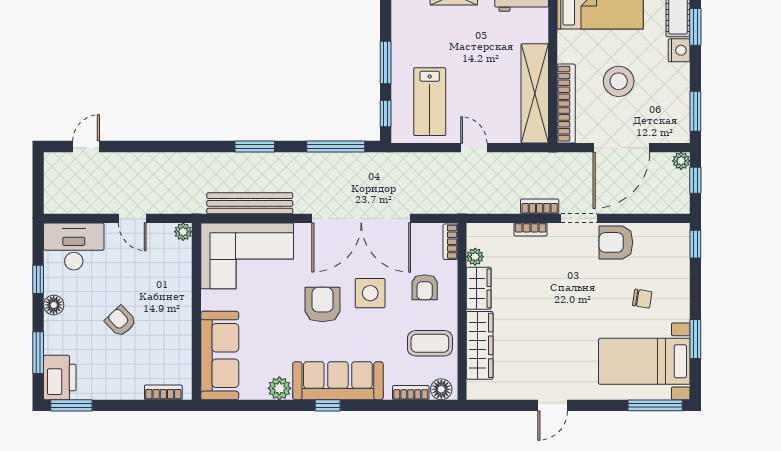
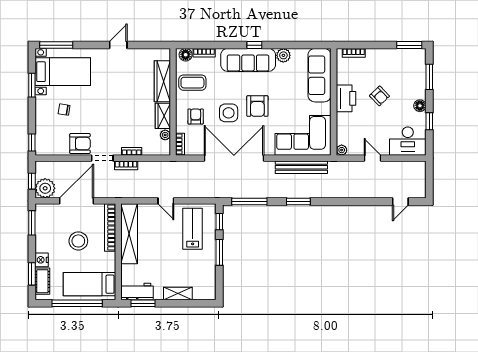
plant: (681, 161) -> (45, 188), width x1.88, depth x1.88
printer: (60, 378) -> (346, 98), moved, turned 180

